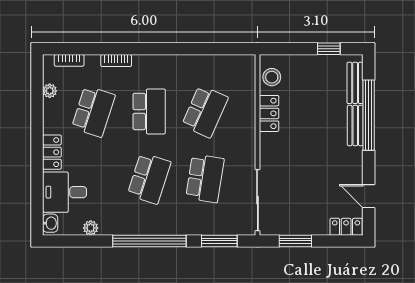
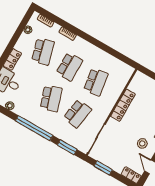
stool: (272, 77) -> (142, 143), moved
school desk: (93, 111) -> (43, 51), turned -33
school desk: (205, 111) -> (96, 82), turned -33
locker: (269, 113) -> (123, 105), width x1.53
school desk: (149, 178) -> (51, 98), turned -36

